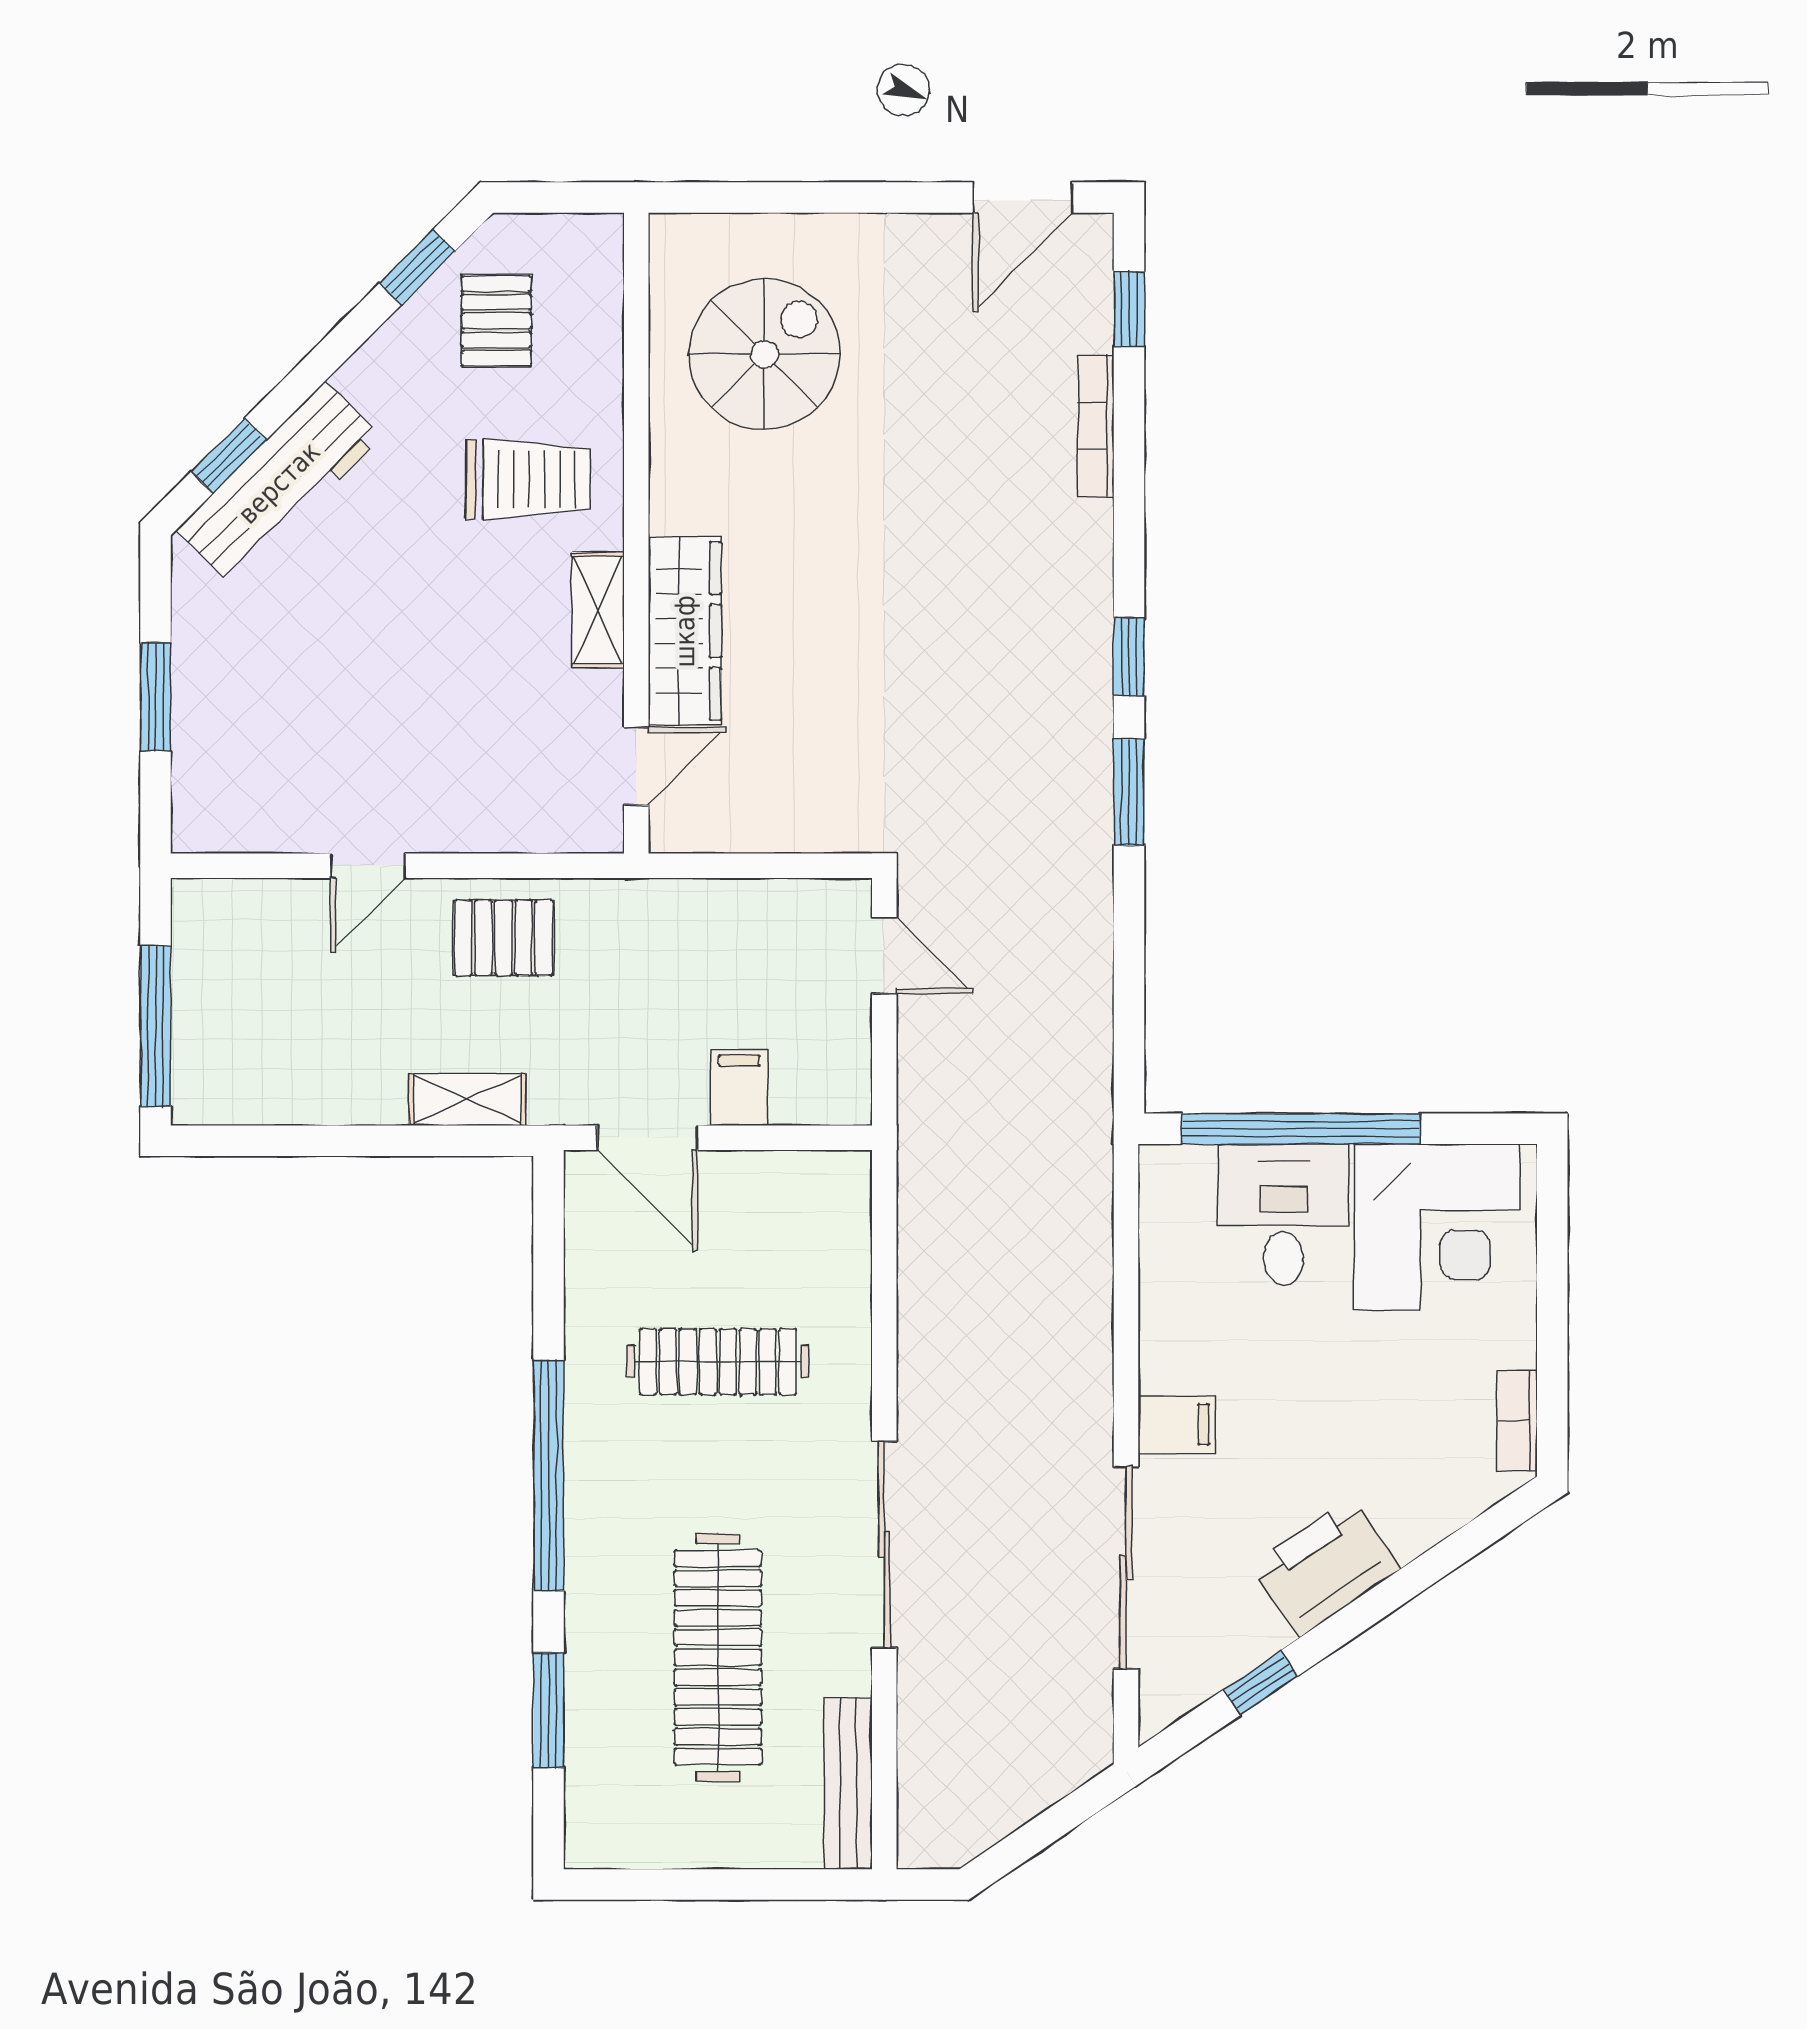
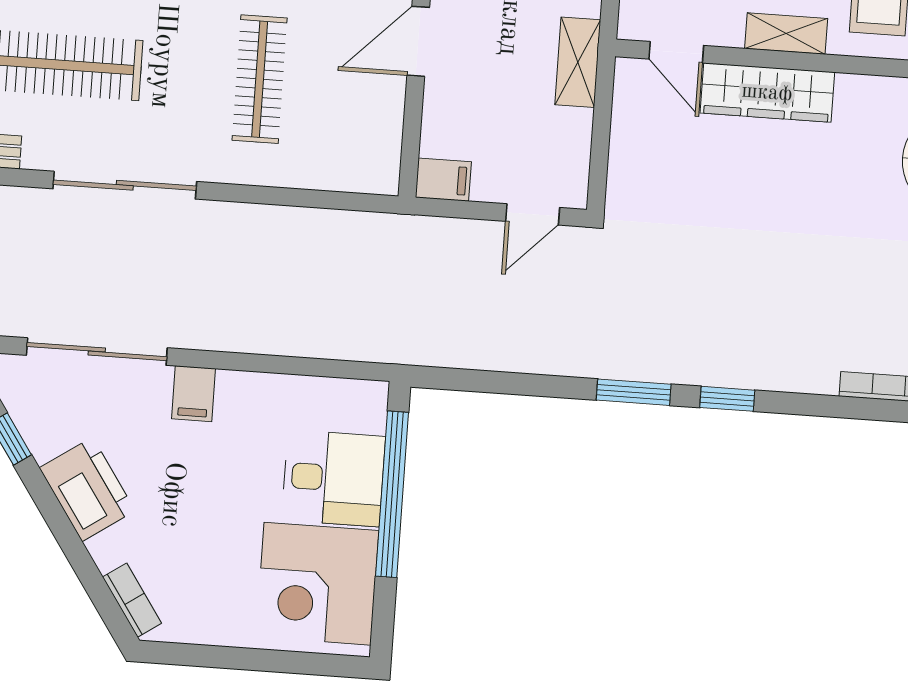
shelving: (661, 906) -> (578, 62), added
filing cabinet: (739, 1087) -> (443, 180), moved
bookcase: (1517, 1420) -> (132, 600), moved, turned 56

